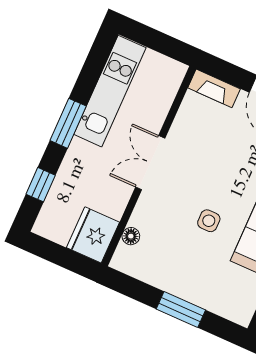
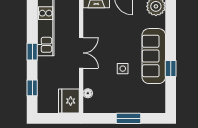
window: (68, 123) -> (32, 52), width x0.67
double door: (150, 163) -> (81, 53), swing flipped

